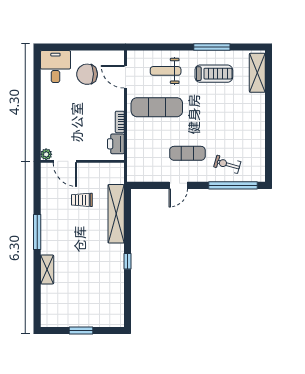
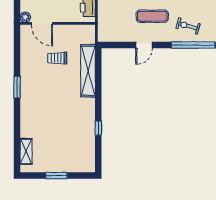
window: (37, 232) -> (17, 87), width x0.69
window: (128, 261) -> (98, 128), moved
shelving: (47, 269) -> (26, 151), moved

